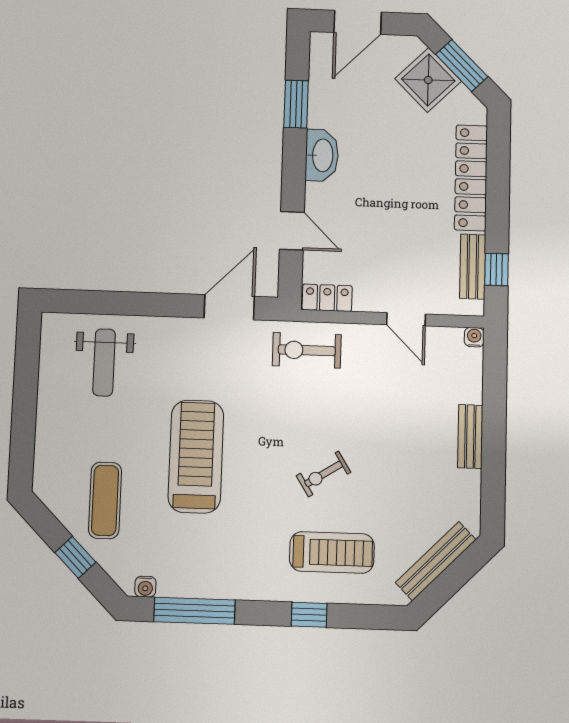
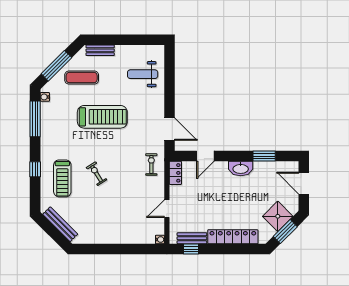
exercise bike: (307, 350) -> (151, 164), width x0.73, depth x0.72
bench: (470, 436) -> (100, 50), moved
window: (75, 557) -> (56, 66), width x2.17

